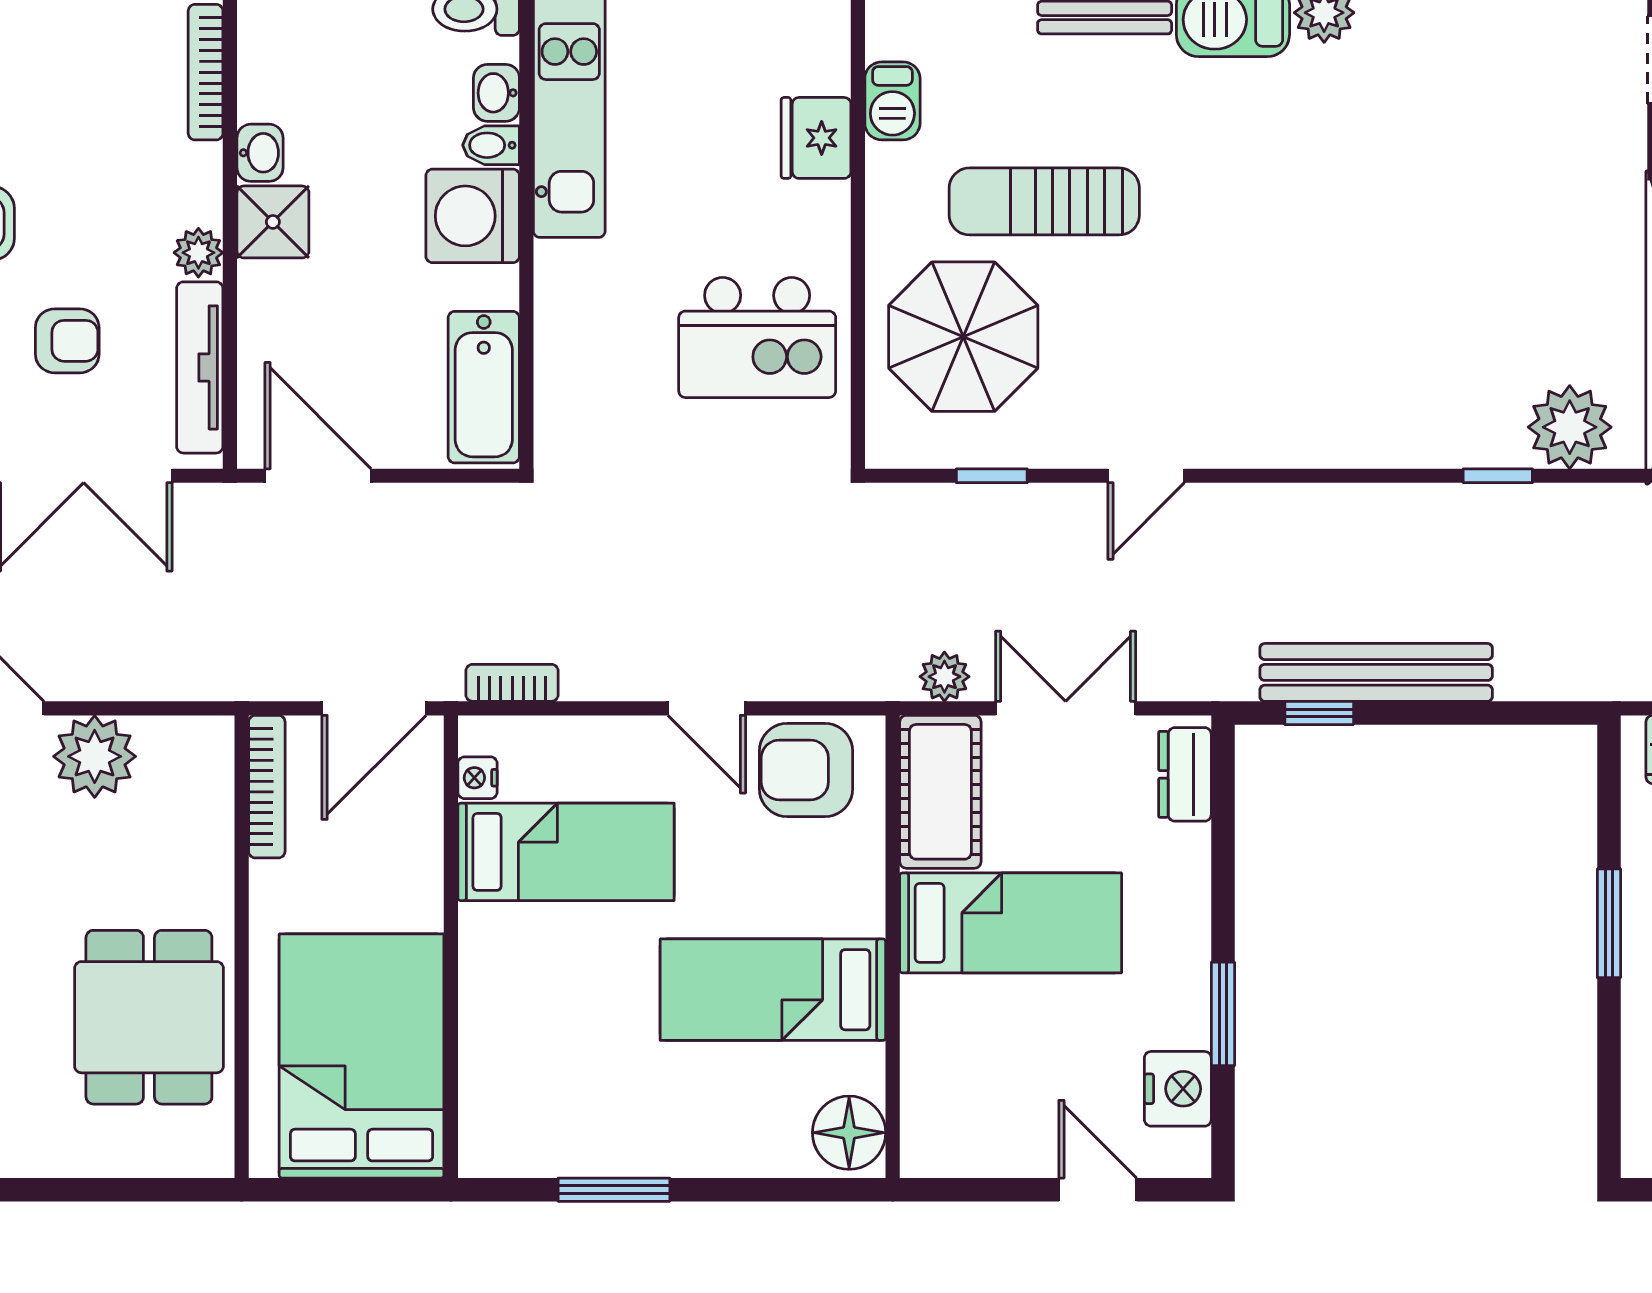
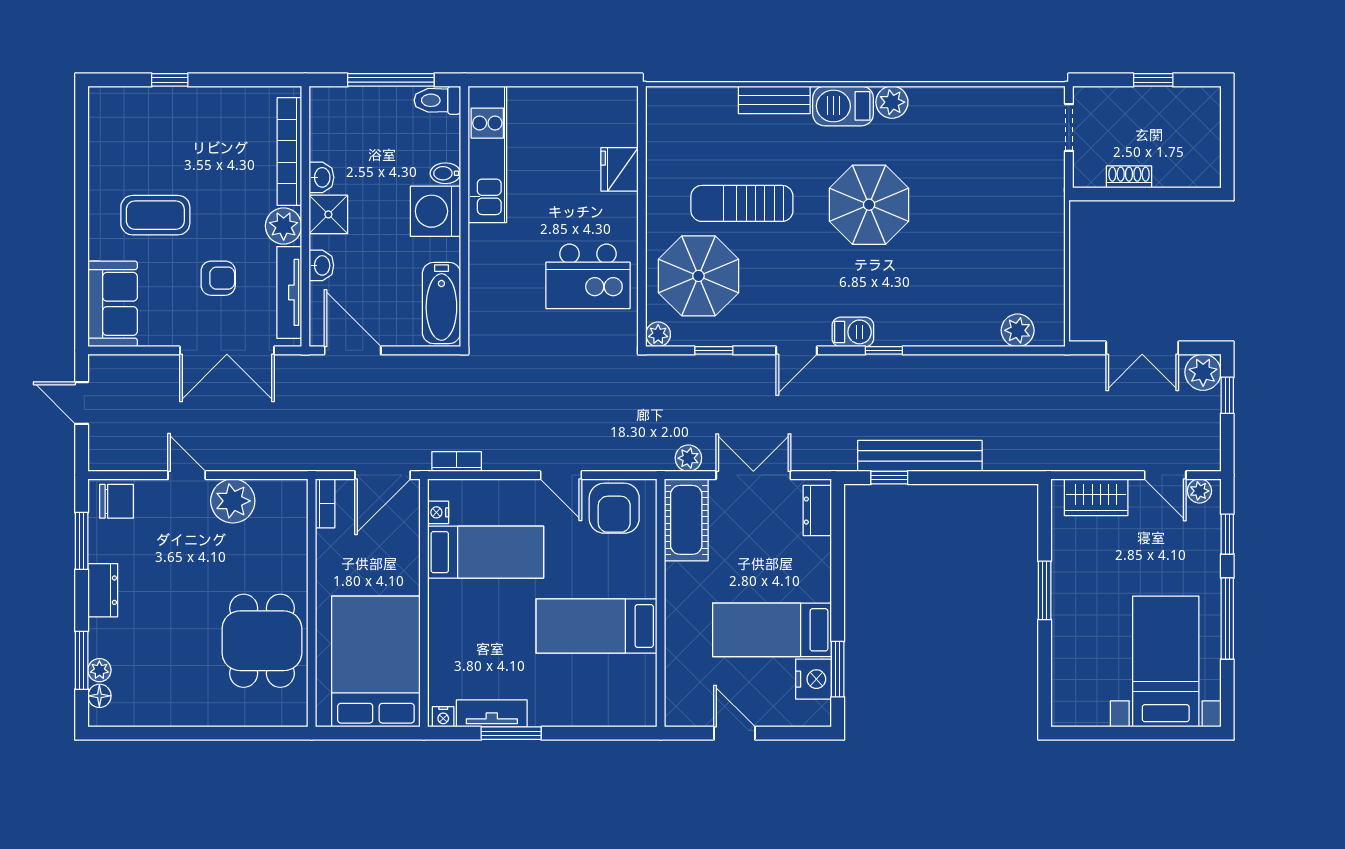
bookcase: (206, 72) -> (289, 152), width x1.48, depth x1.31
washbasin: (496, 93) -> (321, 265), moved, turned 180
barbecue: (892, 101) -> (853, 332), moved, turned -90
parasol: (1281, 204) -> (869, 205), added
plant: (198, 253) -> (284, 226), width x1.38, depth x1.38
plant: (1570, 427) -> (1018, 330), width x0.73, depth x0.73
plant: (888, 446) -> (658, 334), added
window: (1498, 476) -> (884, 350), moved
armchair: (806, 770) -> (614, 508), turned -90
bookcase: (267, 787) -> (325, 503), width x0.64
bed: (1011, 923) -> (772, 630), moved, turned 180
window: (1223, 1014) -> (838, 669), moved
floor lamp: (849, 1133) -> (637, 703), removed
tv unit: (578, 1153) -> (492, 713), added
nightstand: (487, 1159) -> (443, 717), added
door: (1098, 1190) -> (734, 733), moved

